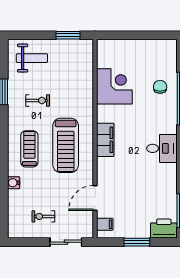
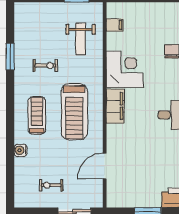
weight bench: (32, 58) -> (81, 39), moved, turned 90
corner desk: (114, 86) -> (125, 69), moved
filing cabinet: (105, 224) -> (115, 25), moved

